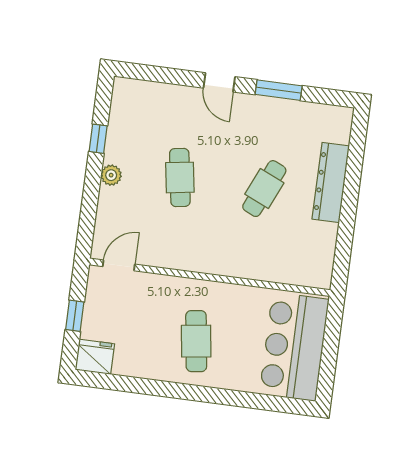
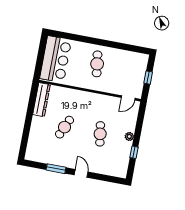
dresser: (331, 182) -> (41, 100), moved
fridge: (95, 357) -> (141, 60), removed

